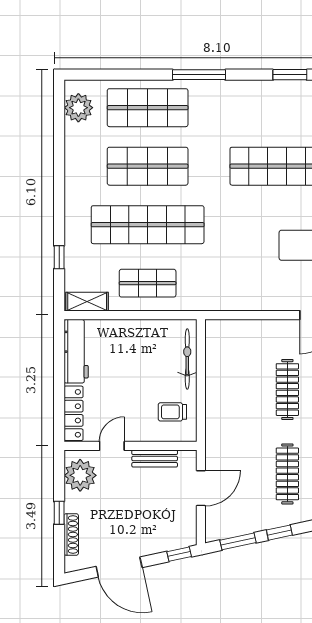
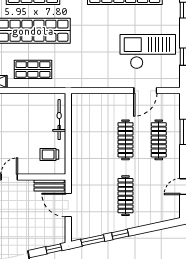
bench: (155, 459) -> (49, 185), moved
door: (201, 488) -> (68, 205), swing flipped

